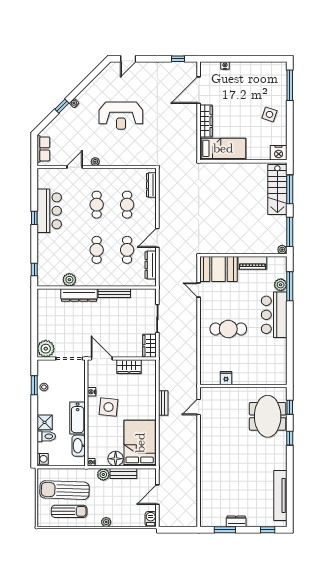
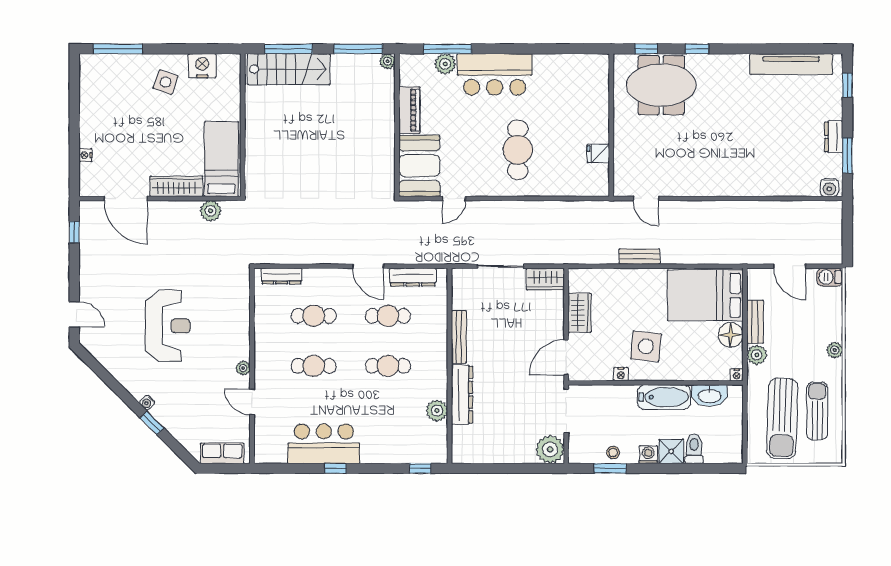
plant: (191, 142) -> (211, 211), added
nightstand: (279, 153) -> (202, 66), moved, turned -90
washing machine: (43, 459) -> (648, 455), moved
water cooler: (205, 519) -> (829, 188), added

